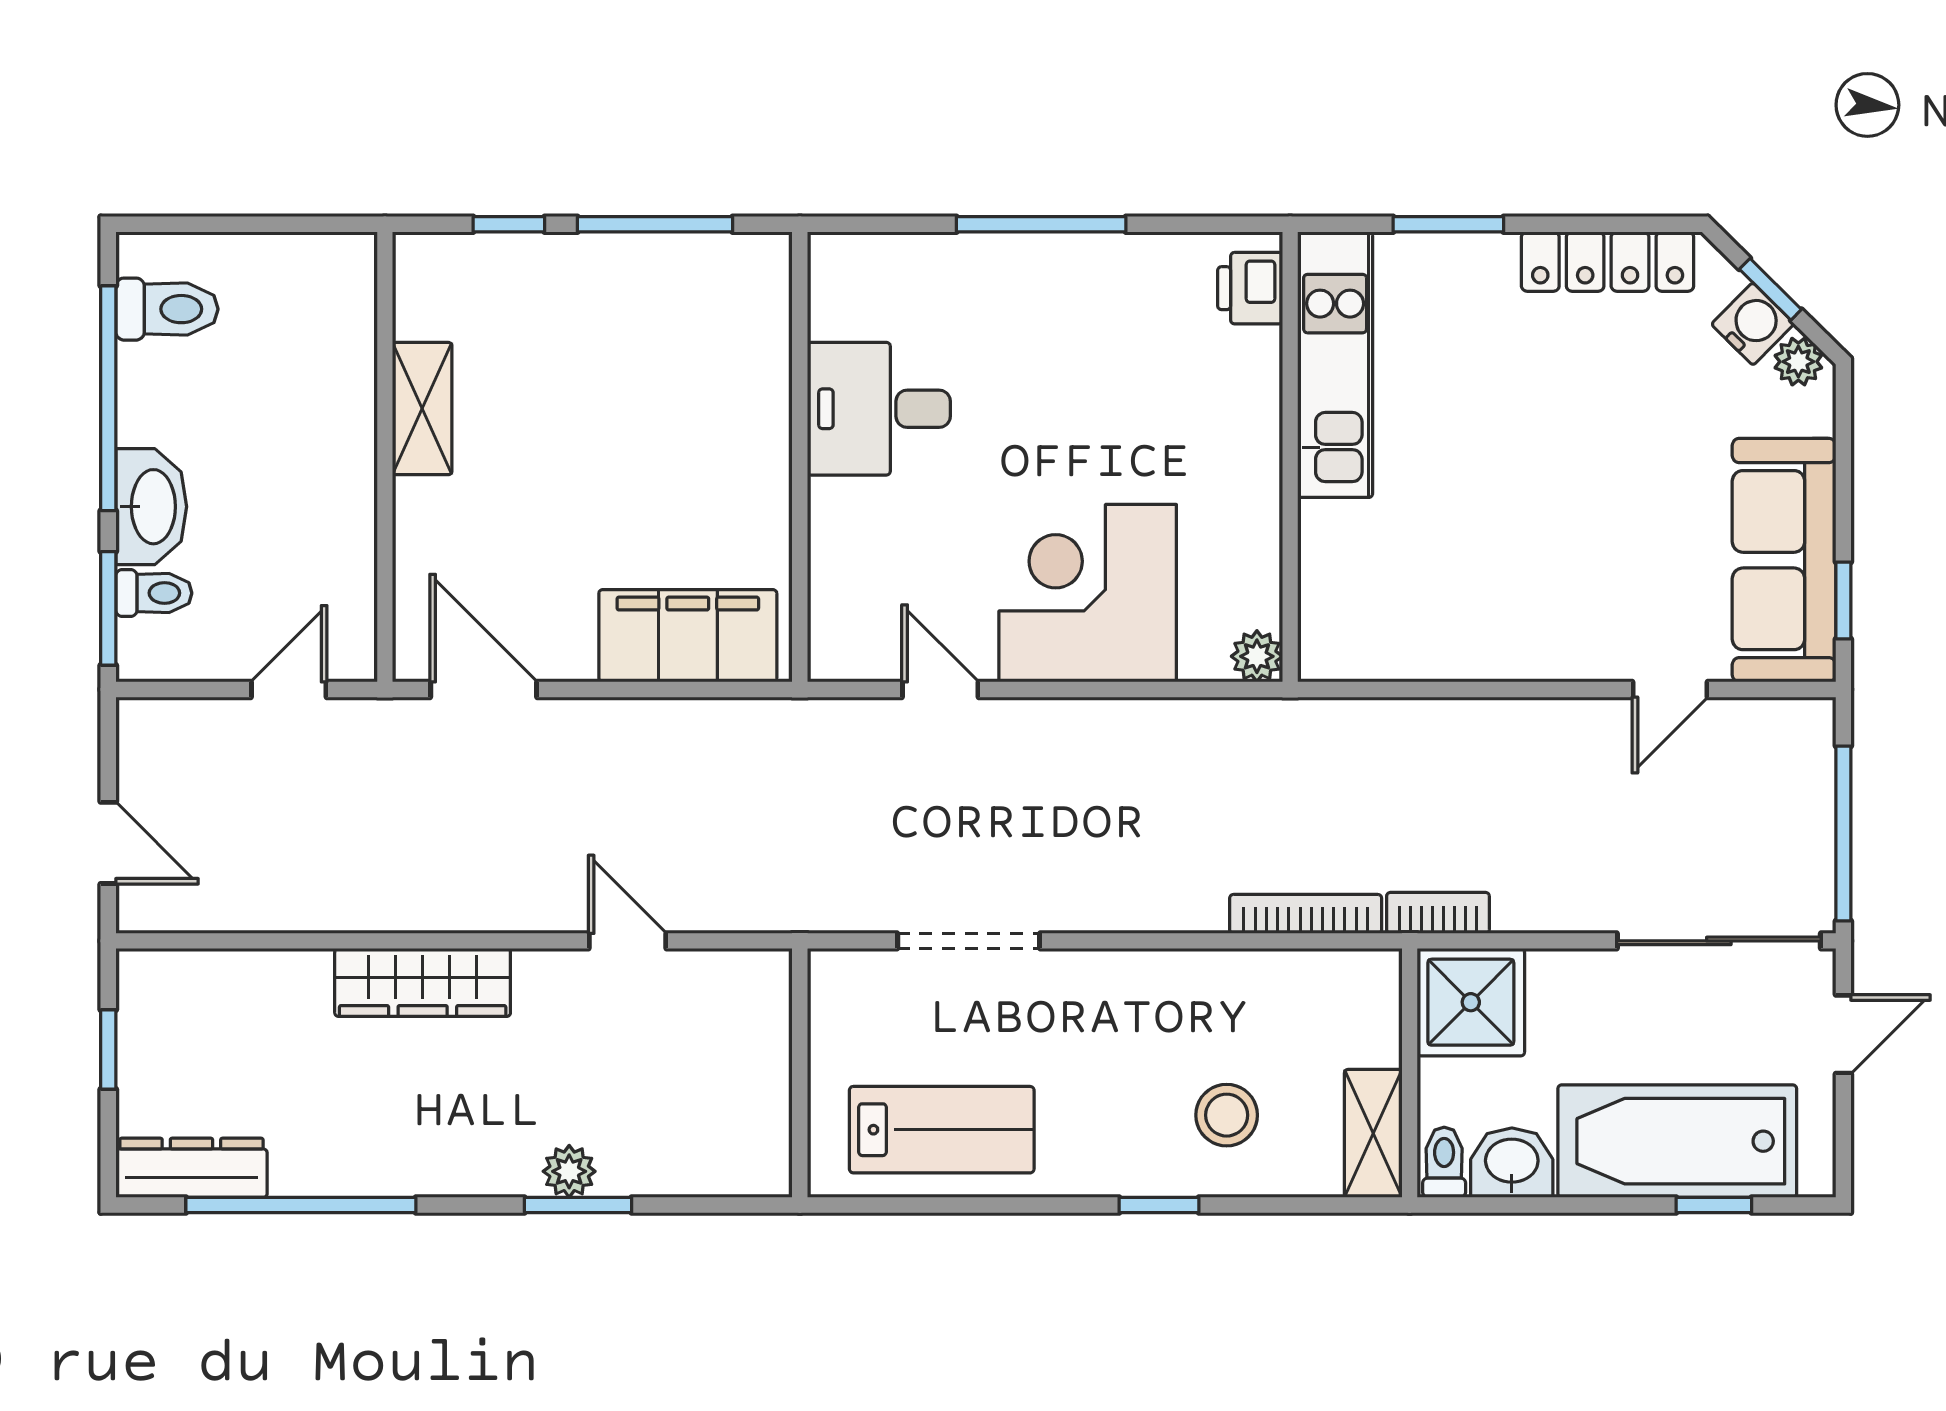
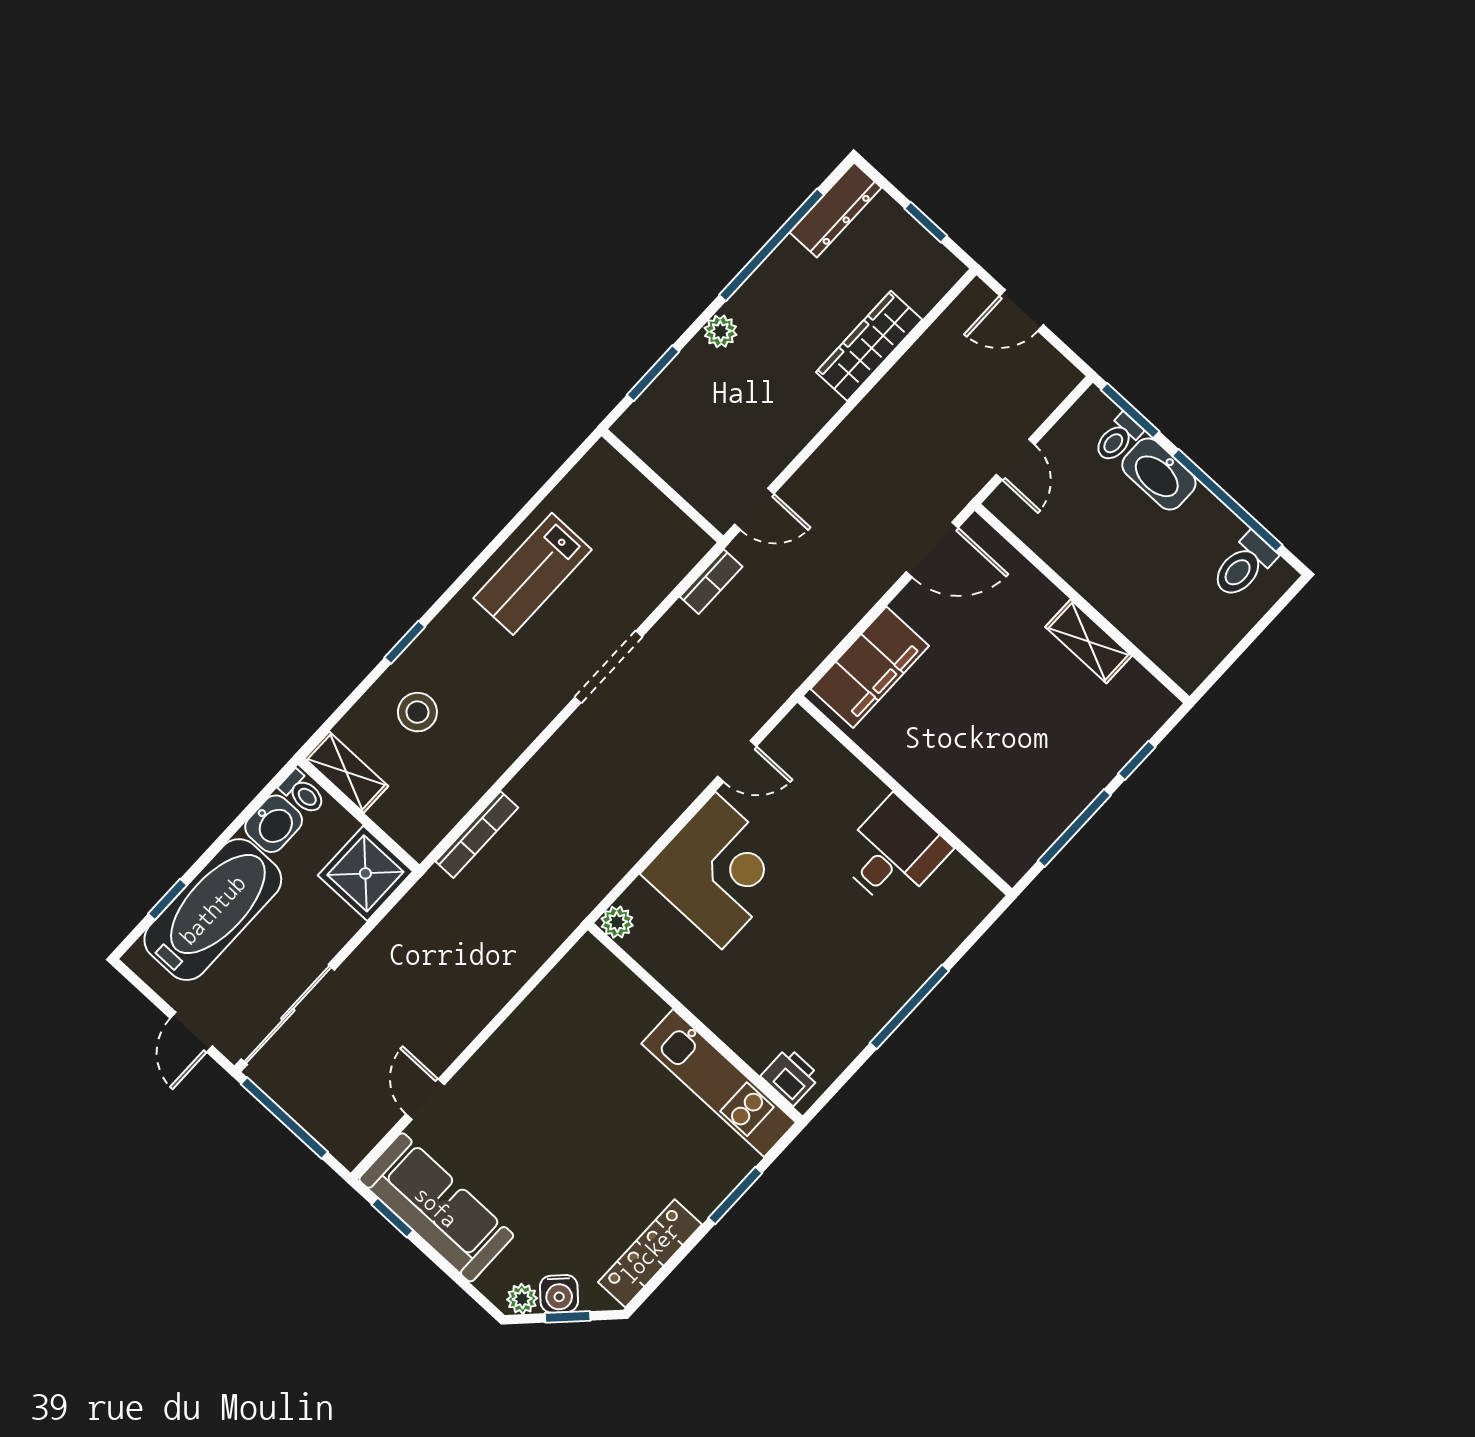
bookcase: (1438, 913) -> (711, 582), moved
wardrobe: (423, 982) -> (869, 346), moved
wall: (800, 1073) -> (662, 486), moved
plant: (569, 1171) -> (721, 331), moved

